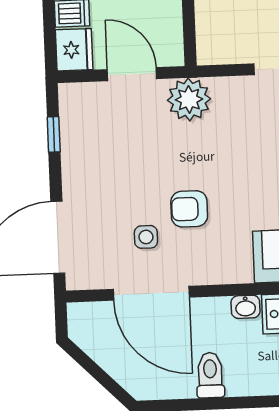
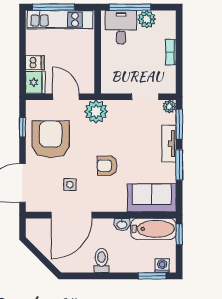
armchair: (107, 154) -> (51, 139), added
armchair: (189, 209) -> (107, 166), moved
door: (151, 293) -> (71, 215), hinge flipped

